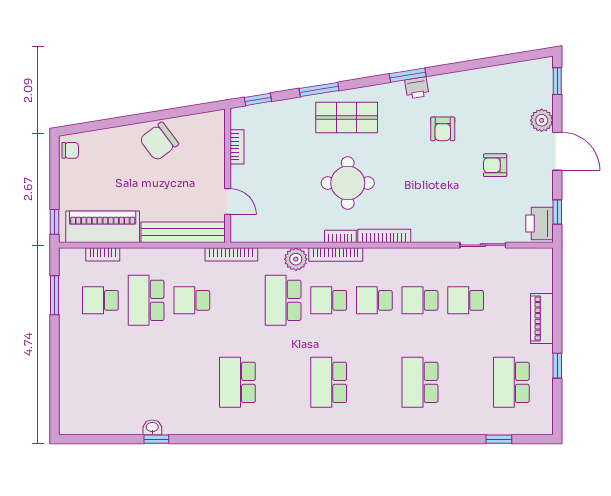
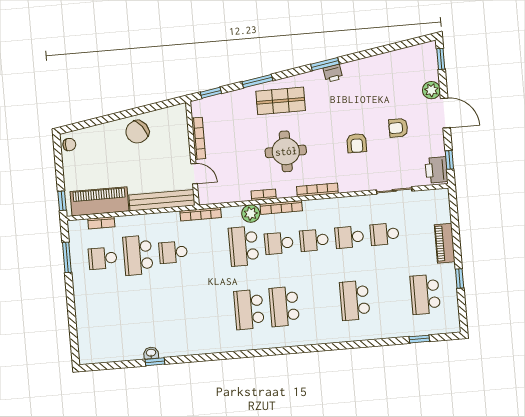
armchair: (443, 129) -> (357, 143), moved
bookcase: (237, 147) -> (198, 138), width x1.56
bookcase: (340, 236) -> (264, 195), moved
school desk: (237, 382) -> (249, 310), moved

